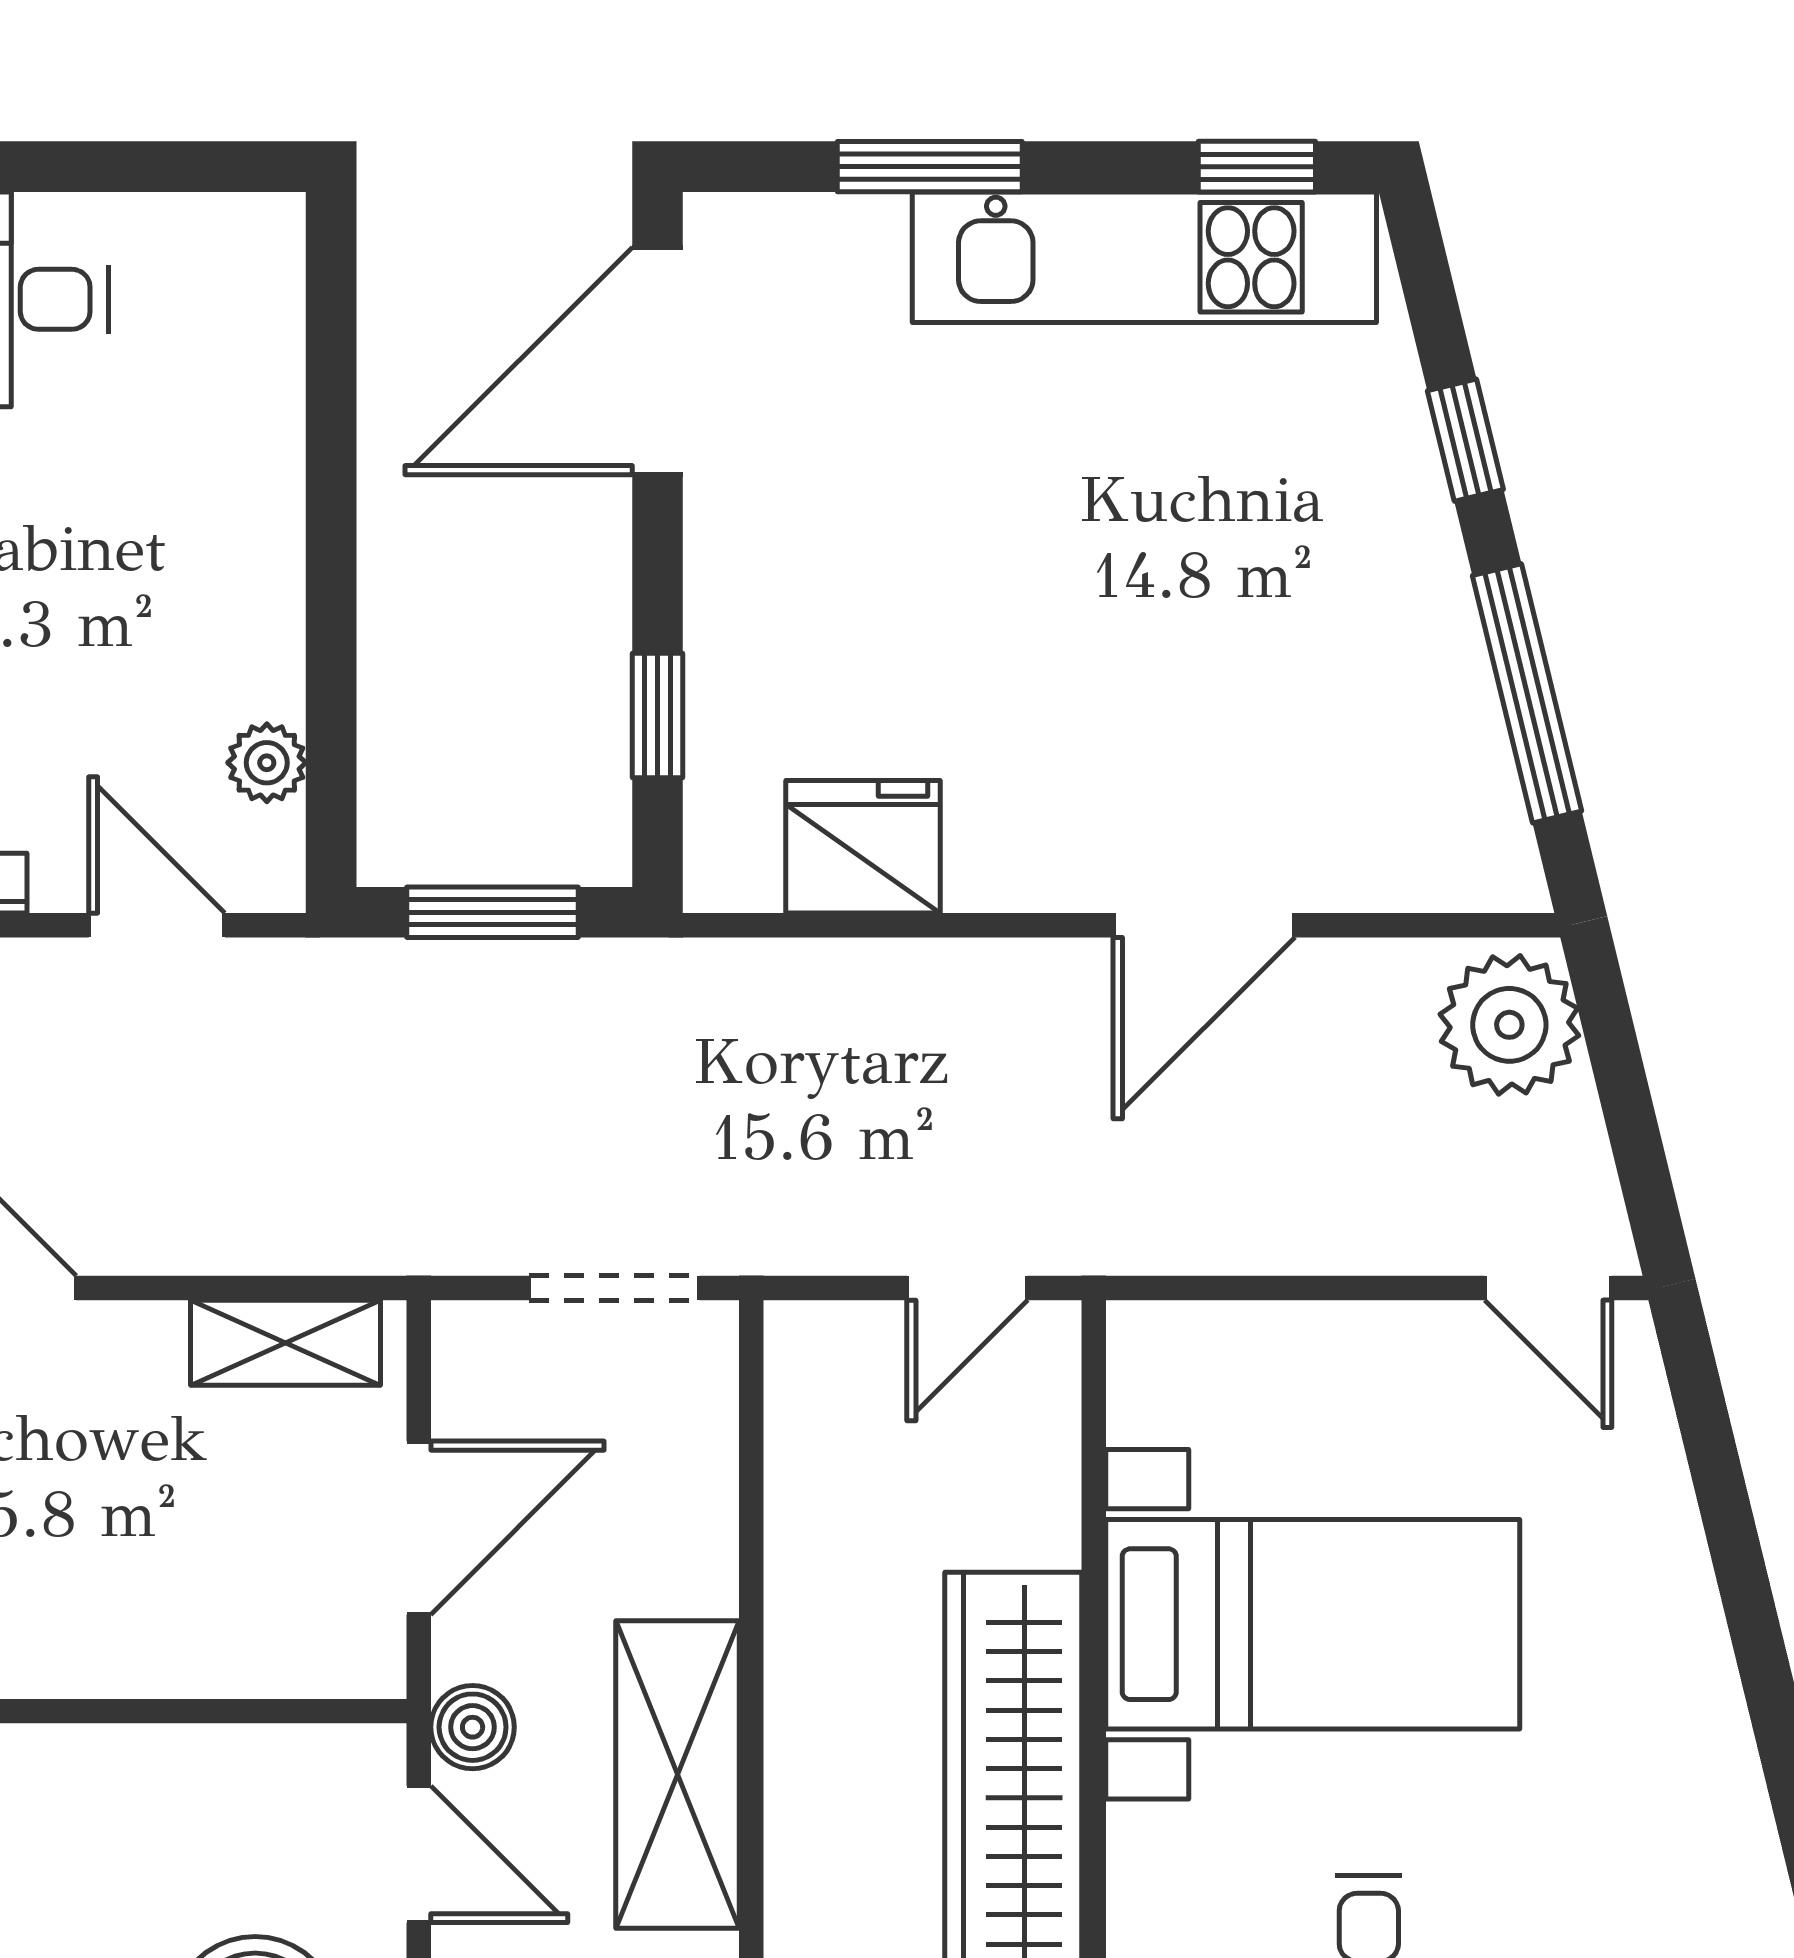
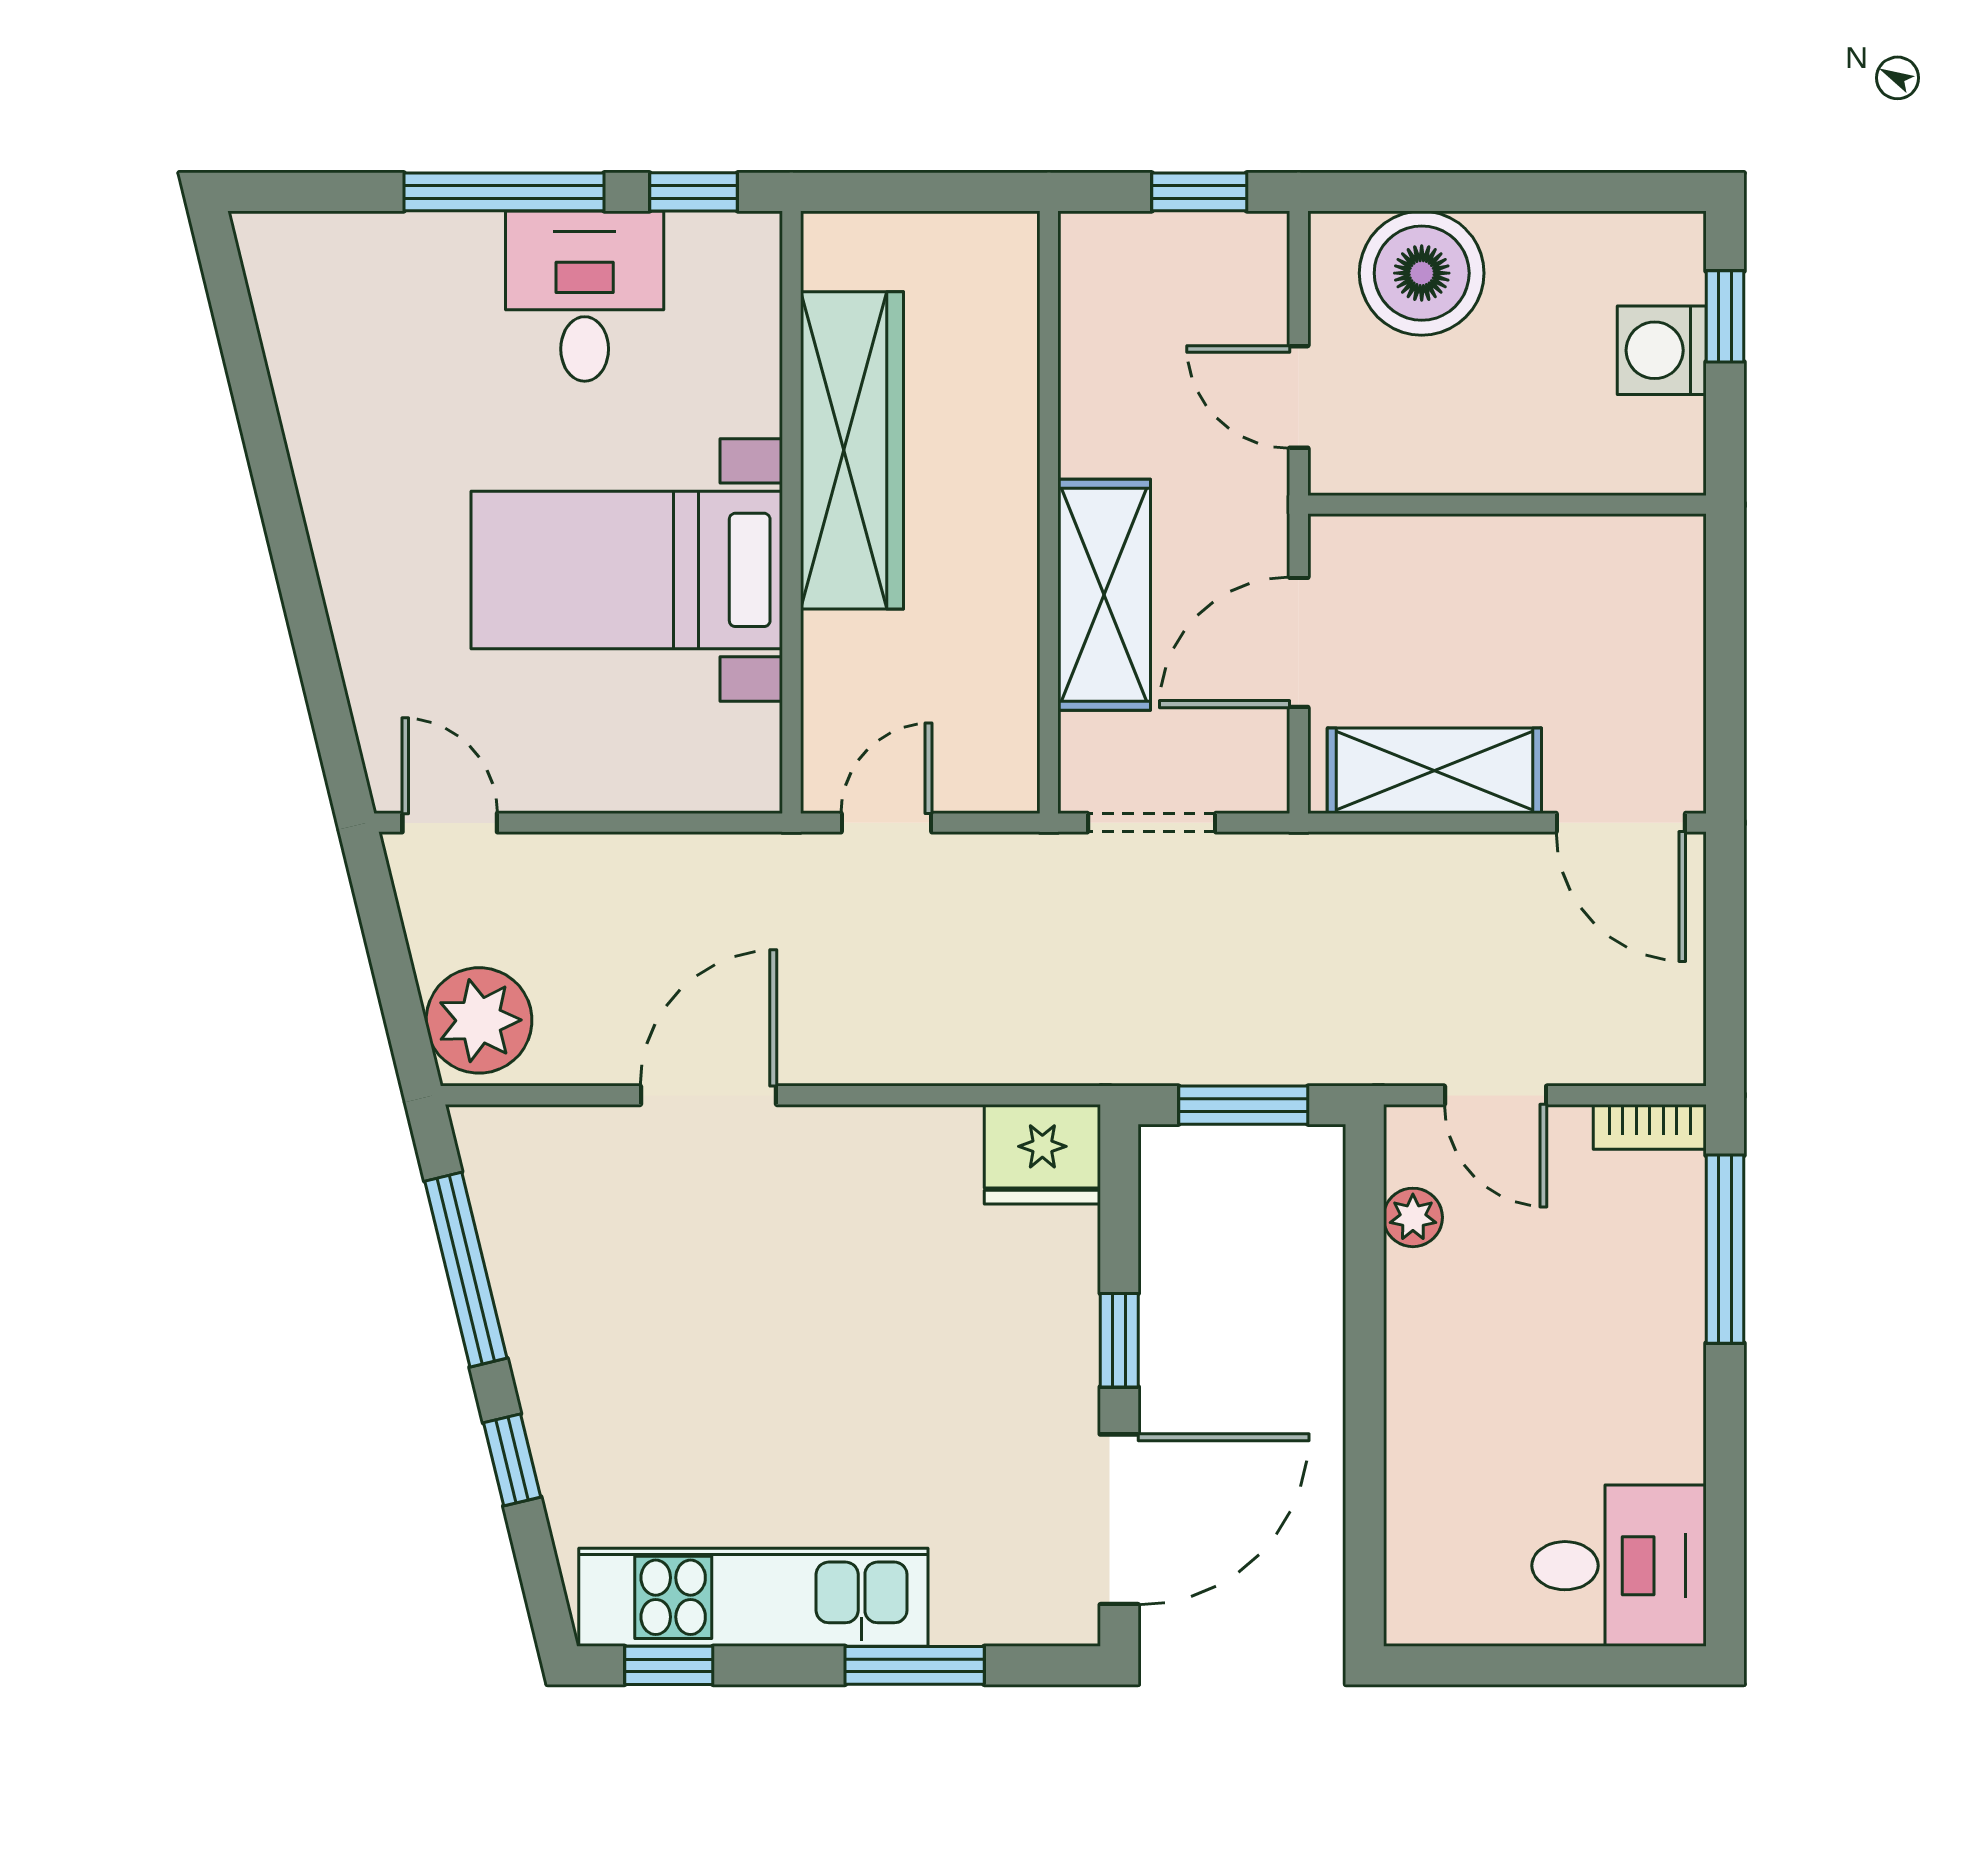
window: (657, 716) -> (1119, 1340), moved
fridge: (863, 847) -> (1042, 1154), moved
shelving: (286, 1343) -> (1434, 771), width x1.50, depth x1.33
boiler: (473, 1727) -> (1258, 493), removed
shelving: (678, 1774) -> (1104, 595), moved

